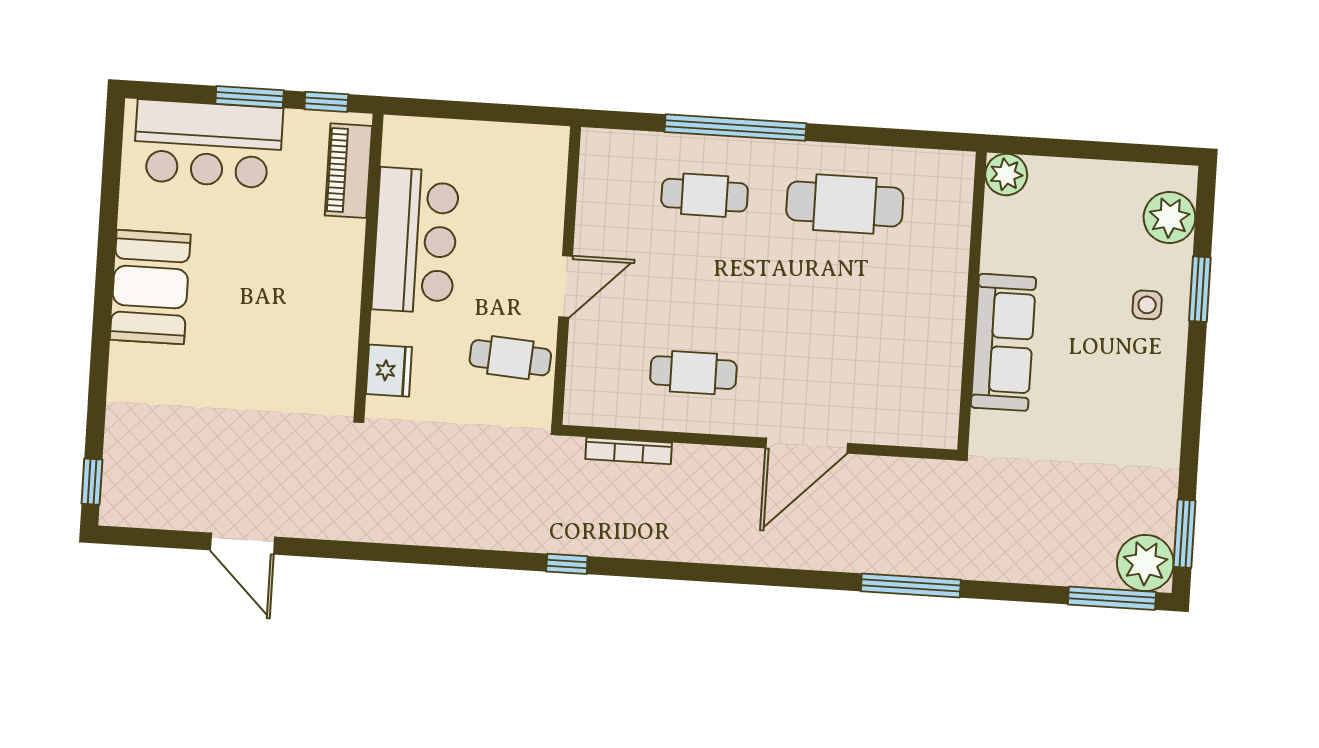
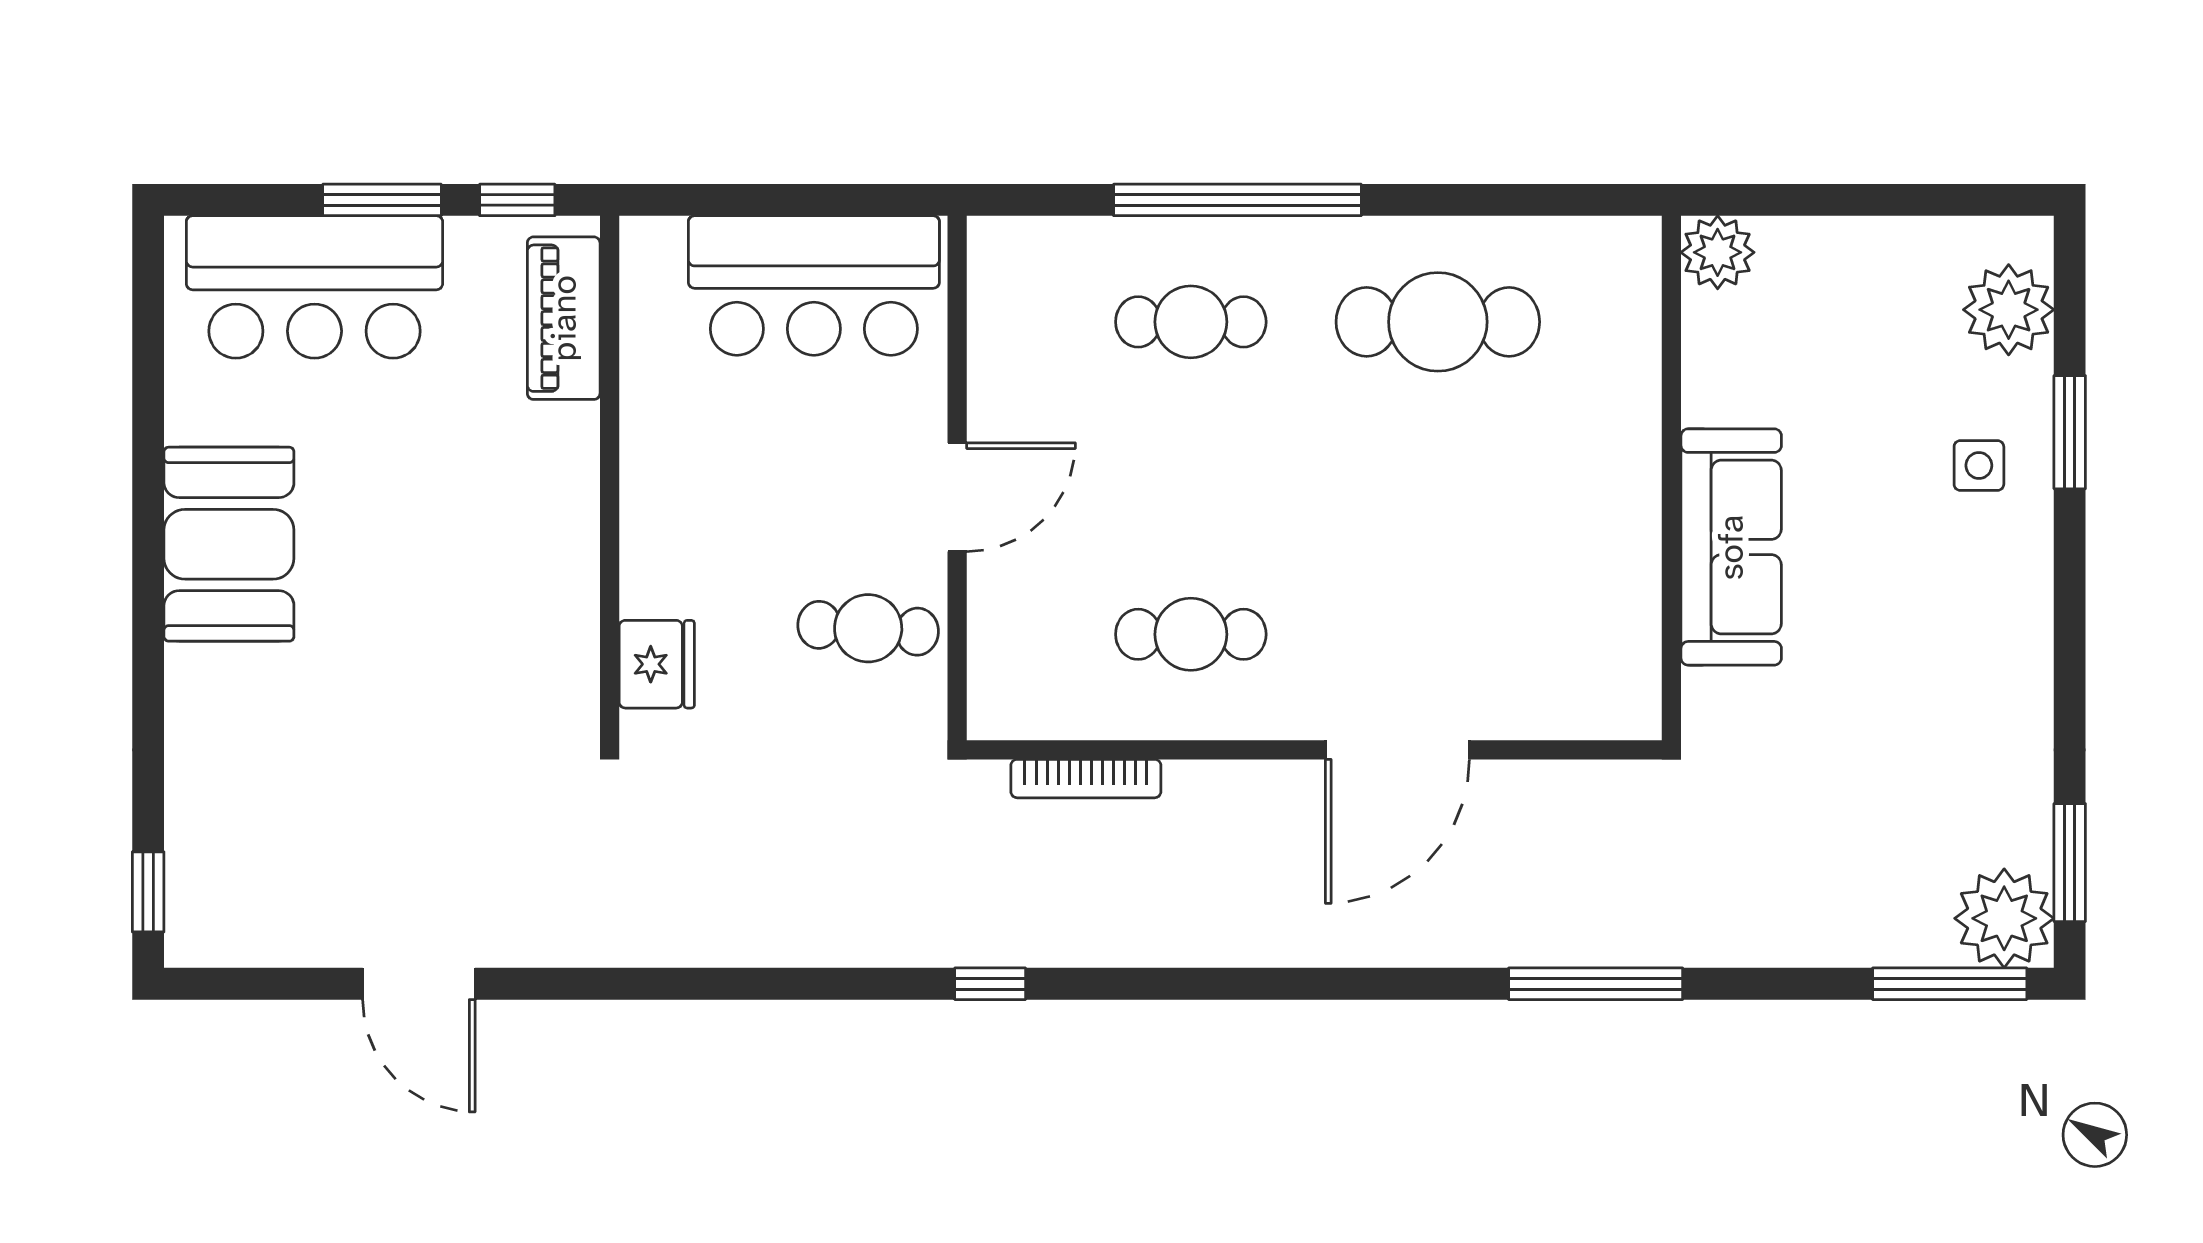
bar counter: (415, 241) -> (814, 286), moved, turned 90

